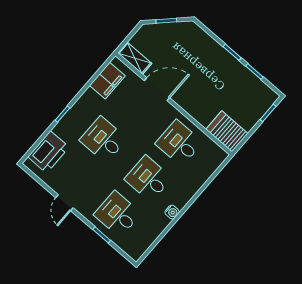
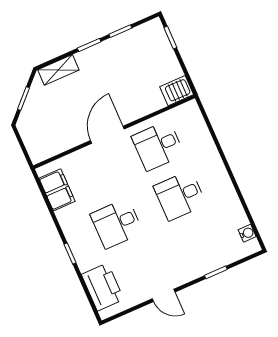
shelving: (135, 58) -> (58, 70), moved
door: (157, 89) -> (107, 135), moved
server rack: (227, 131) -> (177, 91), width x0.73, depth x0.70
water cooler: (172, 212) -> (247, 233), moved
desk: (118, 214) -> (202, 245), removed

